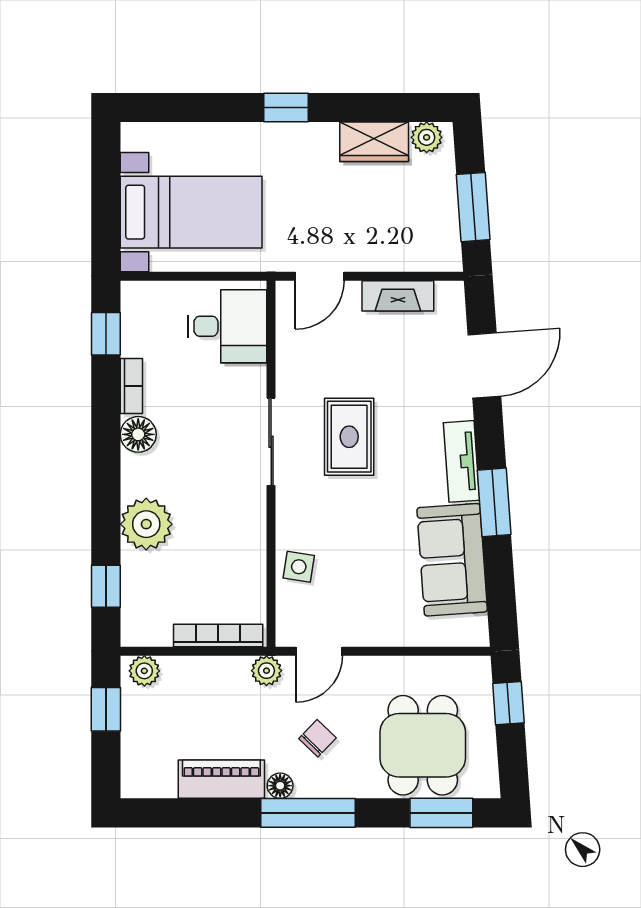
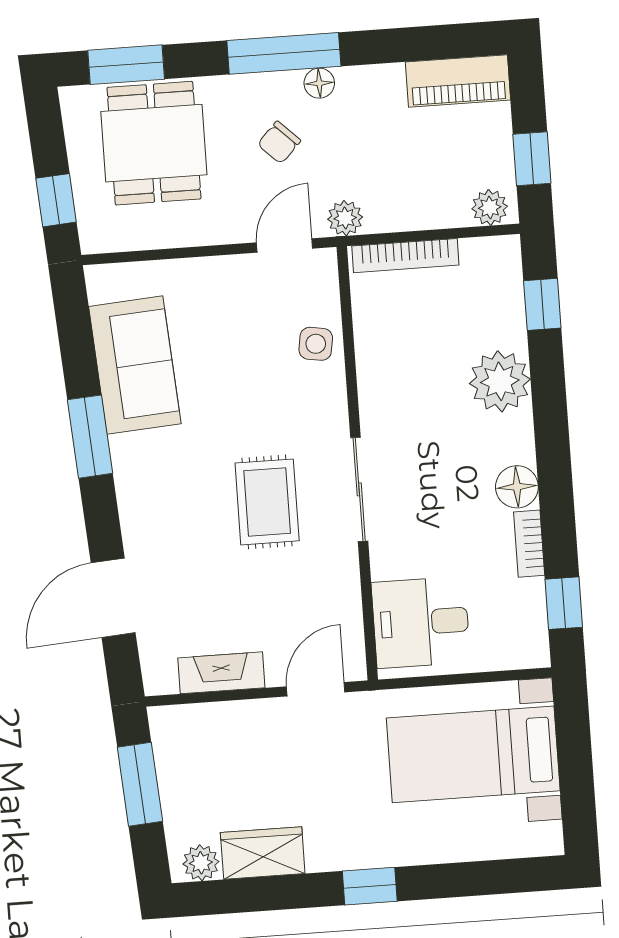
tv unit: (461, 461) -> (132, 482), removed
piano: (221, 779) -> (458, 81), moved

